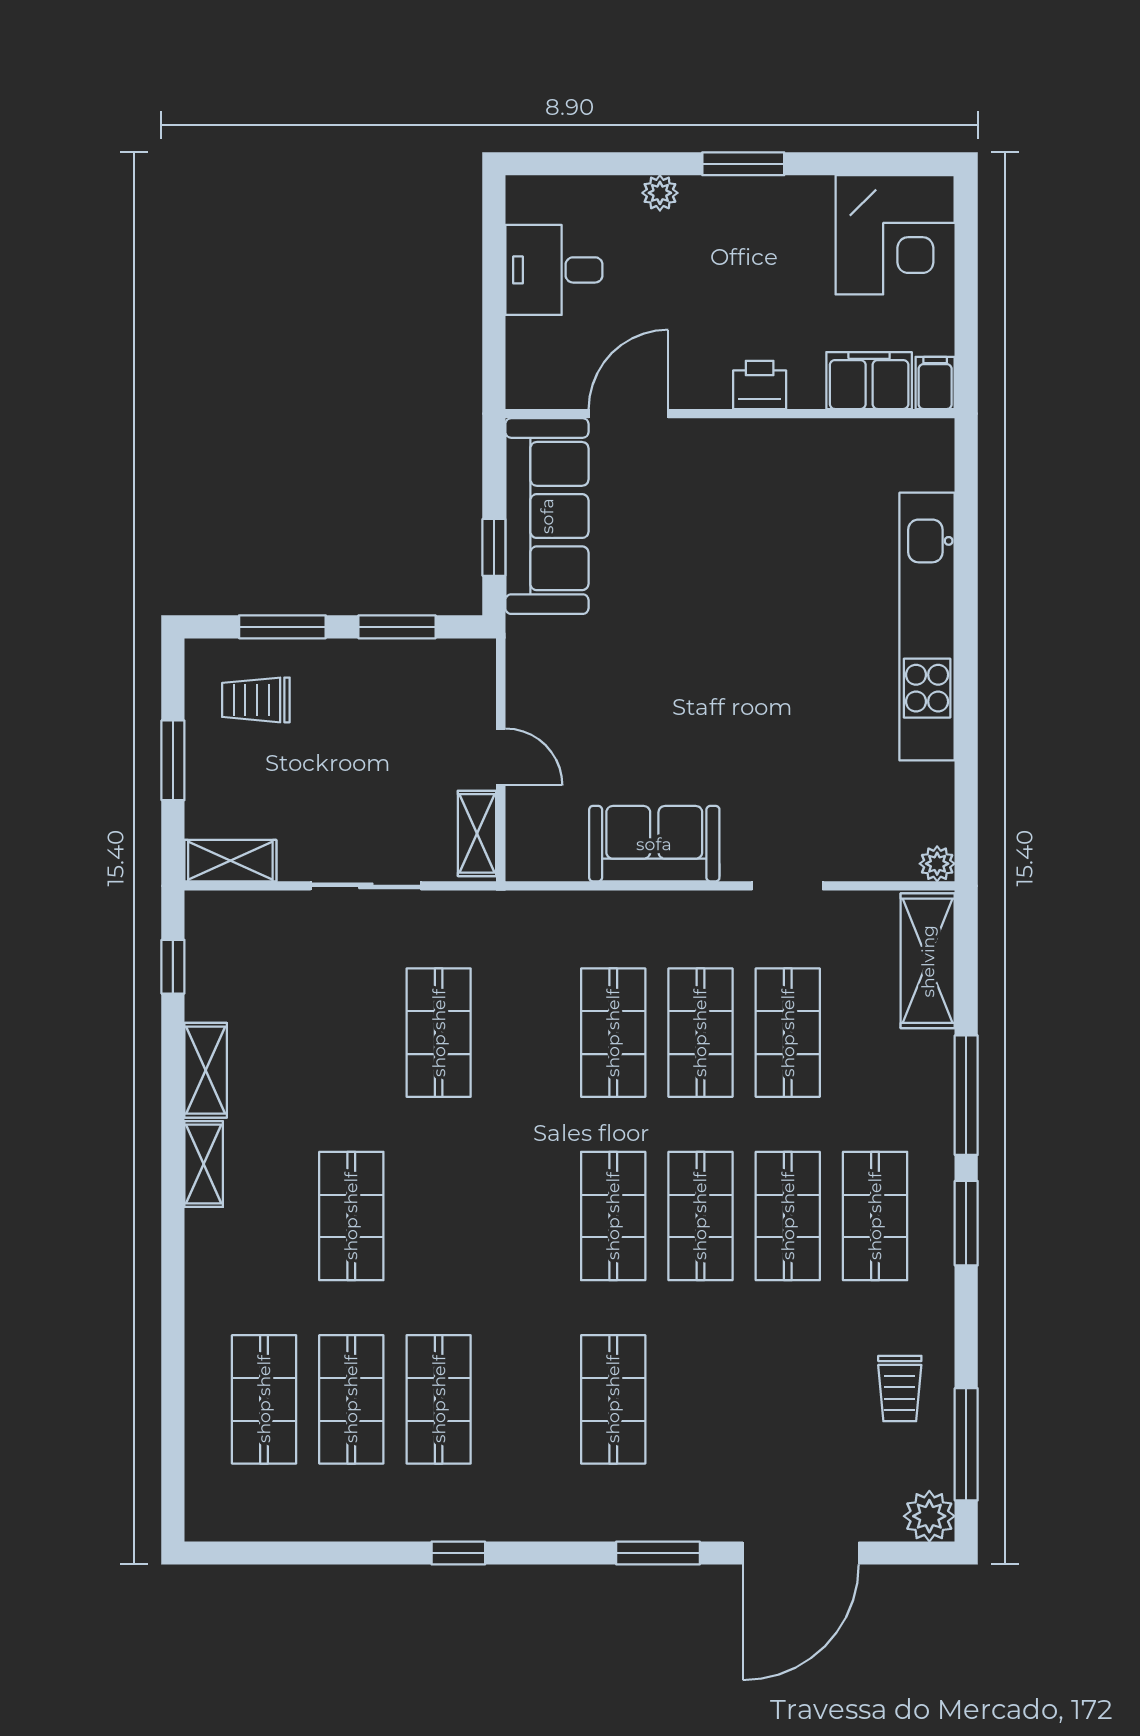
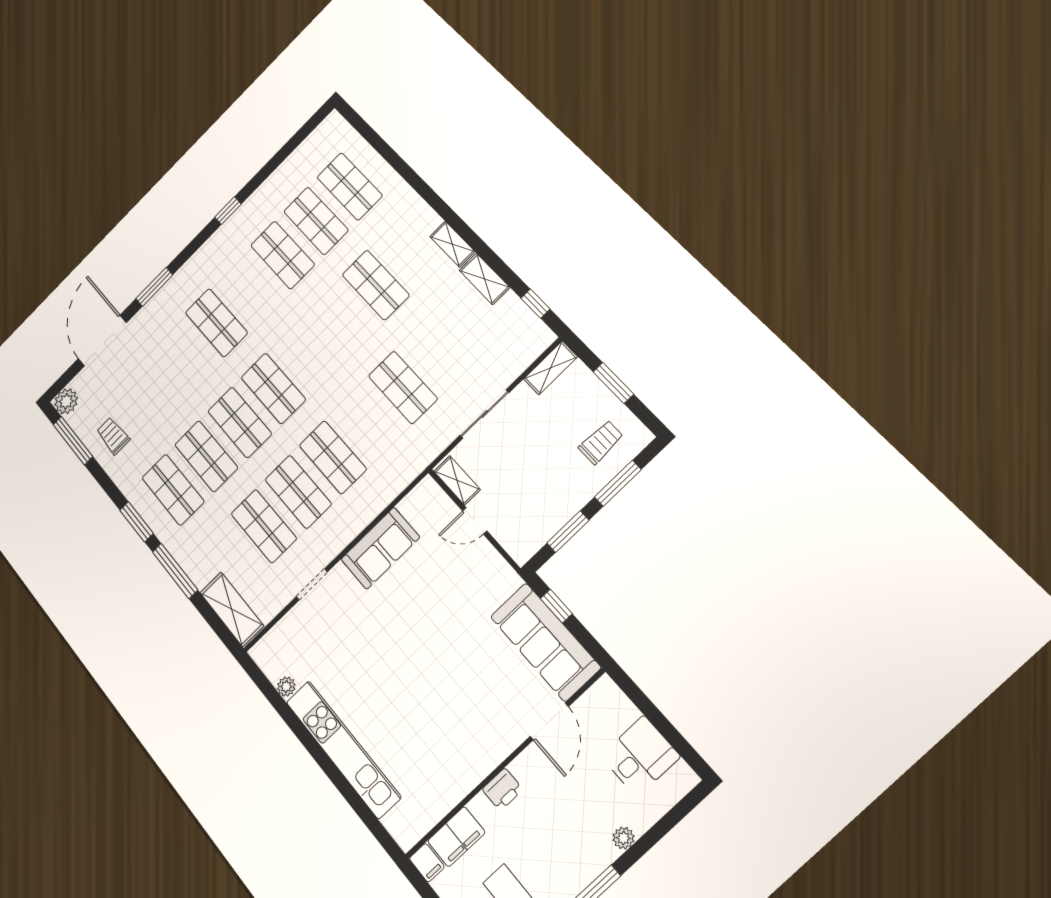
plant: (937, 864) -> (286, 687), moved

